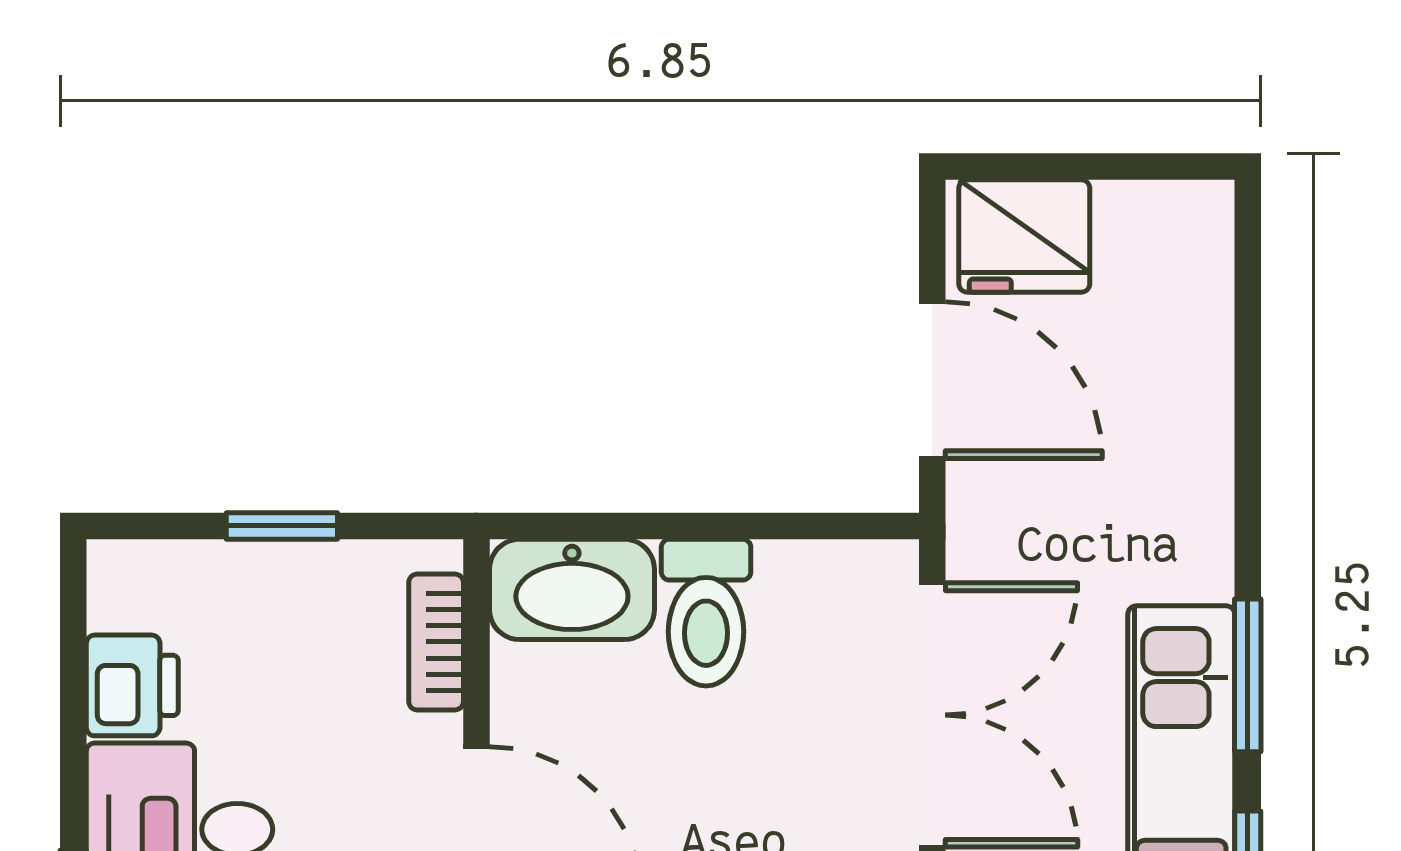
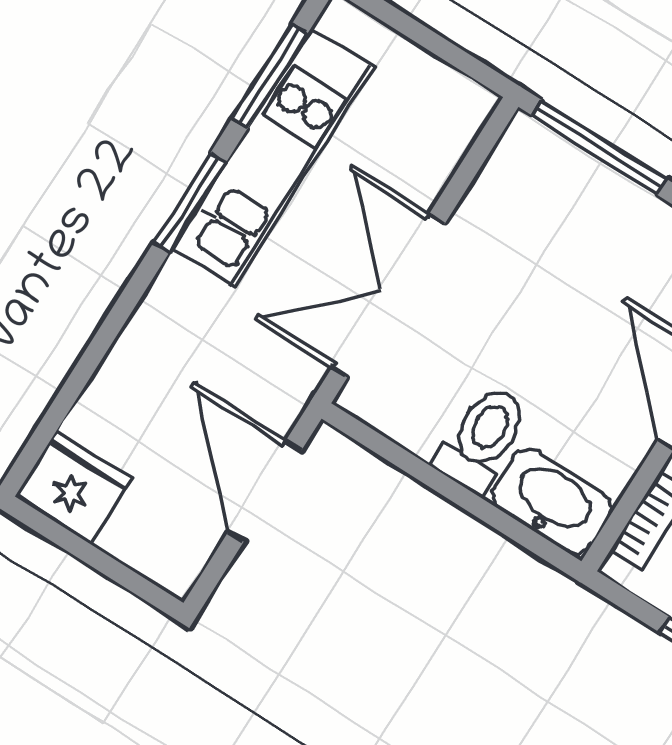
fridge: (1024, 236) -> (74, 488), moved

